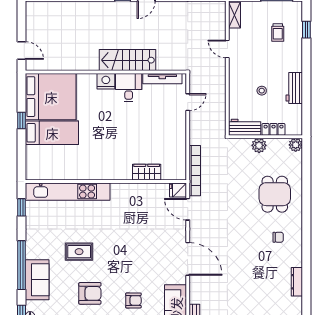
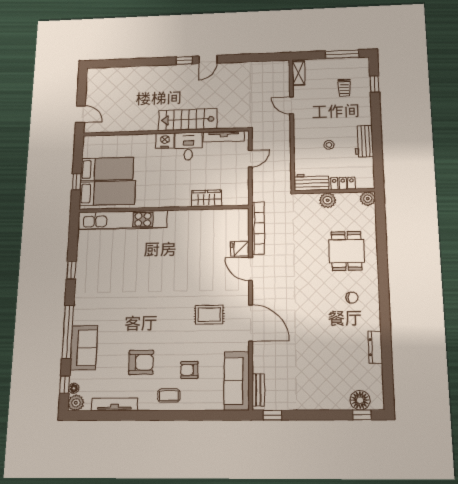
bed: (51, 97) -> (107, 169), width x0.49
wardrobe: (147, 172) -> (206, 198), moved
wall: (106, 182) -> (163, 209), moved
kitchen unit: (68, 192) -> (122, 220), moved
rug: (79, 252) -> (209, 315), moved
armchair: (133, 300) -> (189, 370), turned 180

